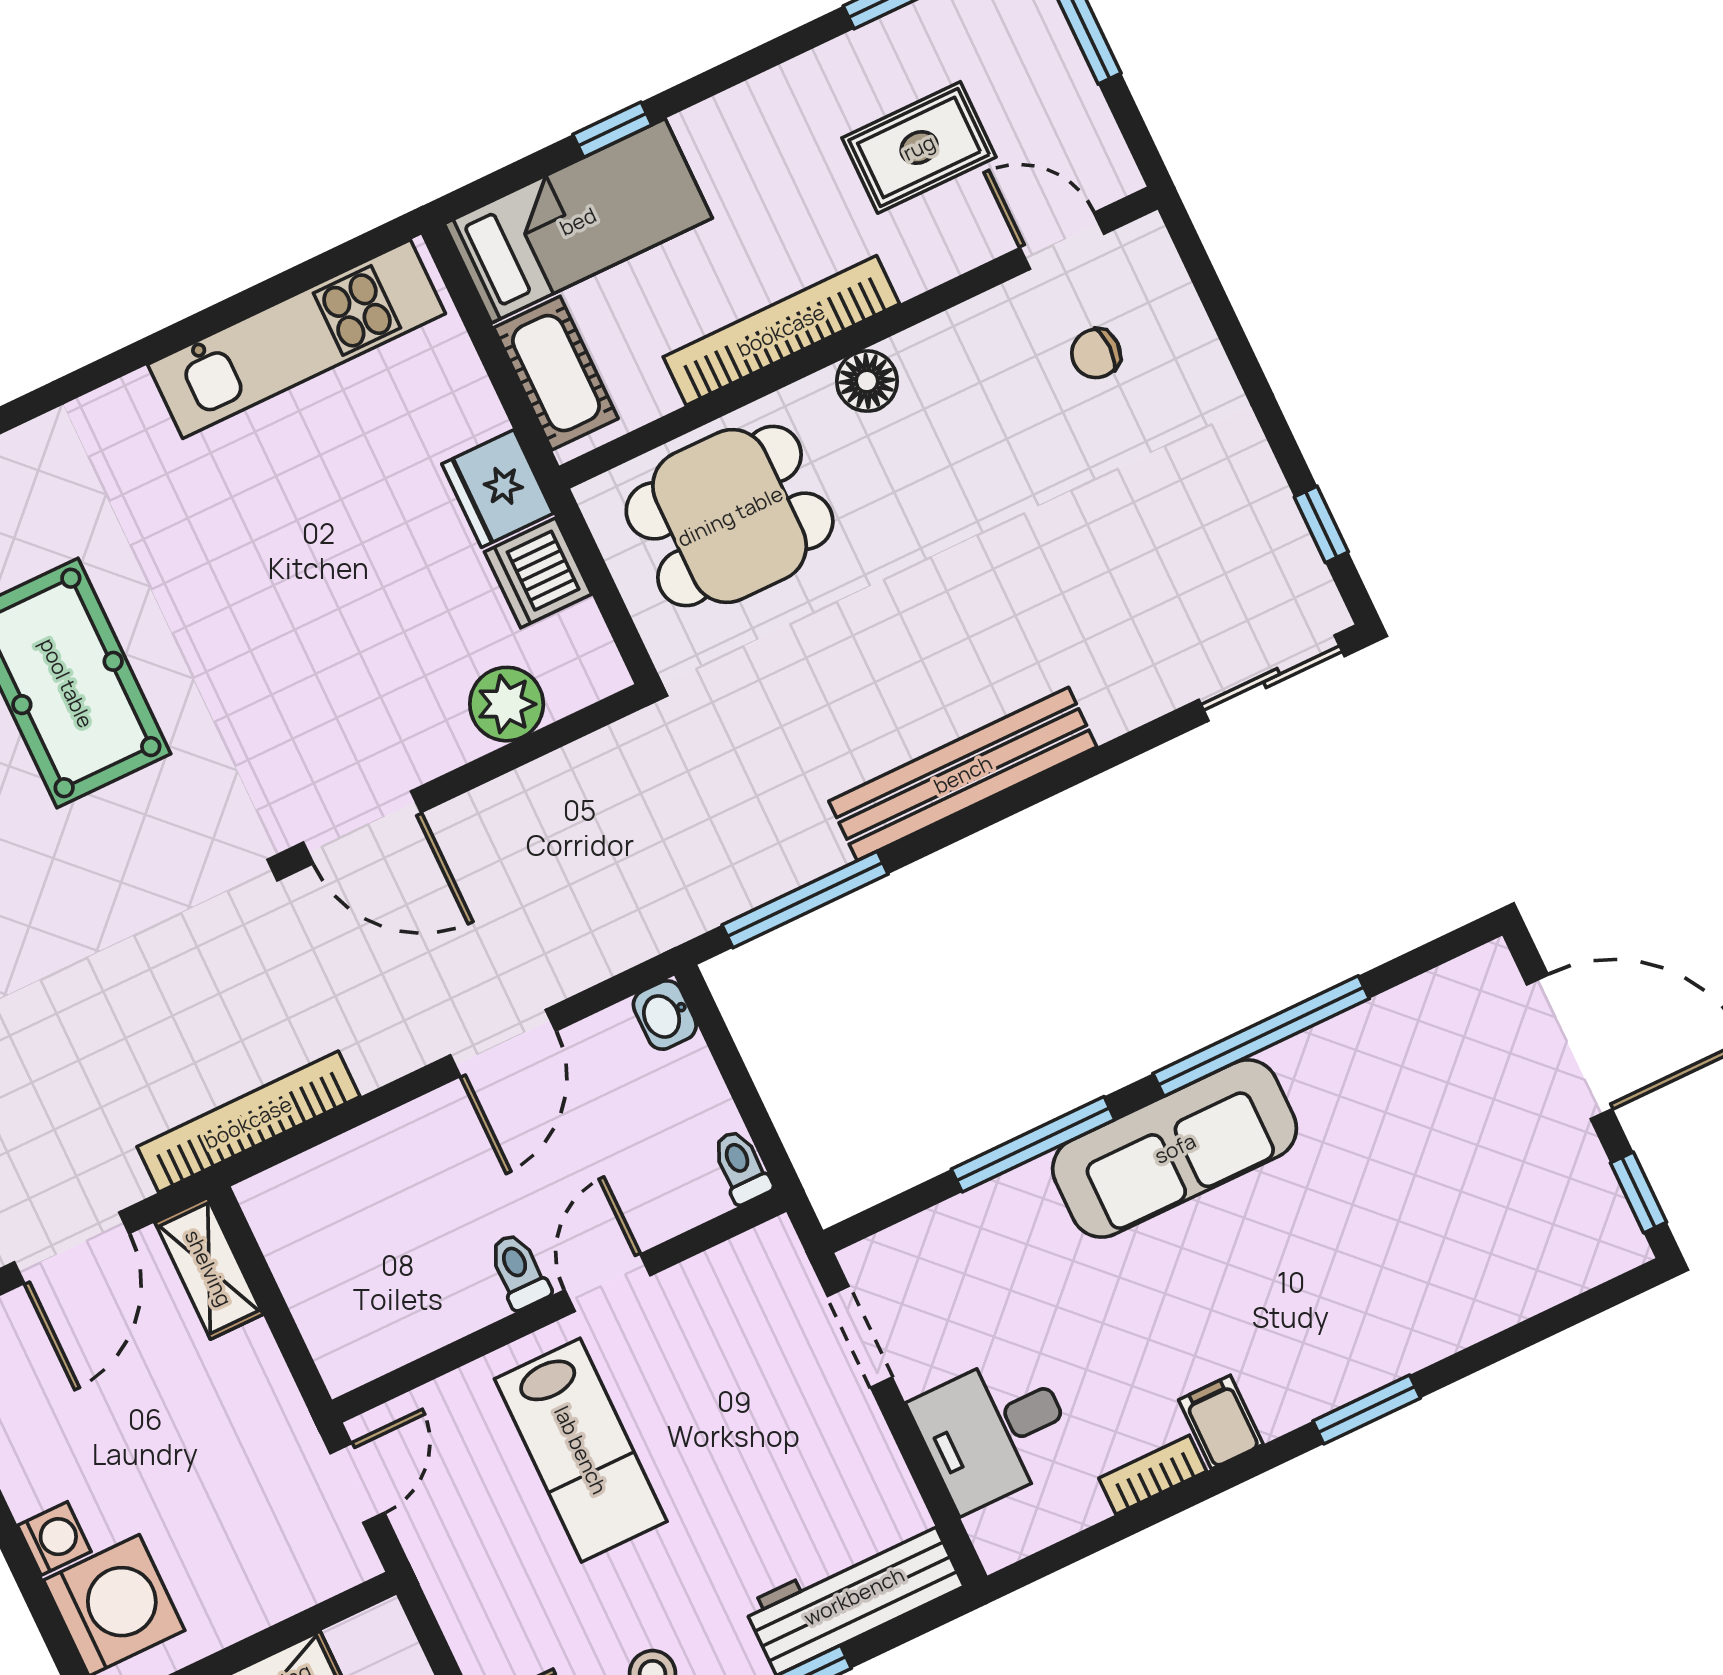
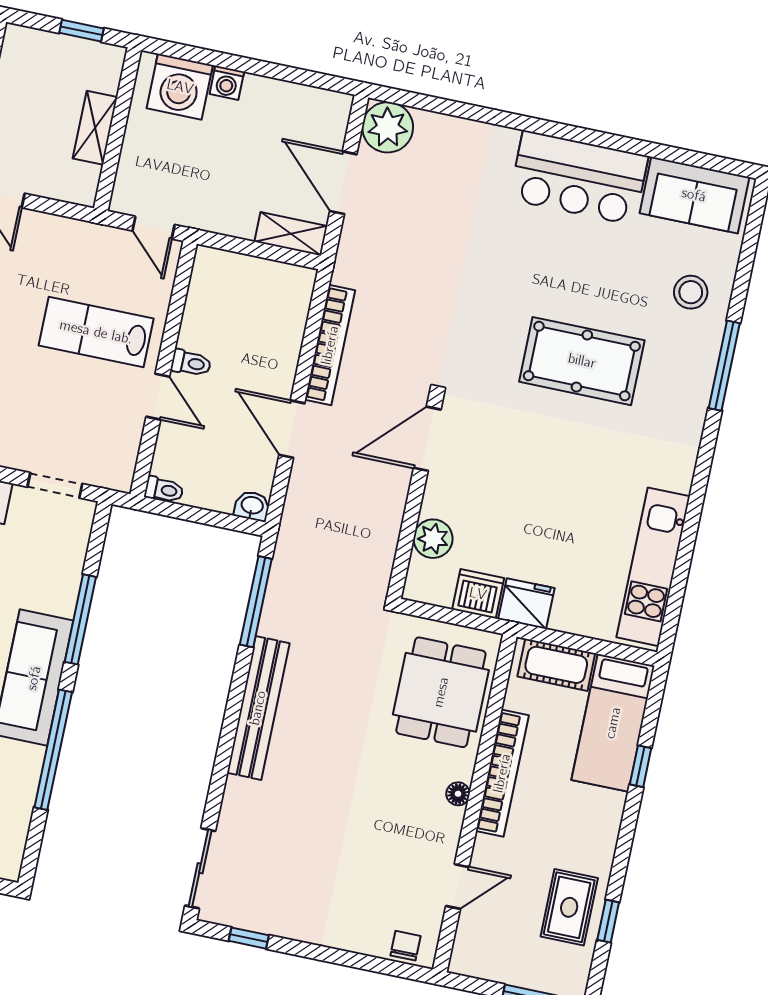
rug: (919, 147) -> (569, 907), moved
door: (1062, 241) -> (457, 887), moved
chair: (1096, 354) -> (406, 946), moved
floor lamp: (867, 381) -> (458, 794), width x0.73, depth x0.73
bookcase: (248, 1122) -> (330, 345), moved

